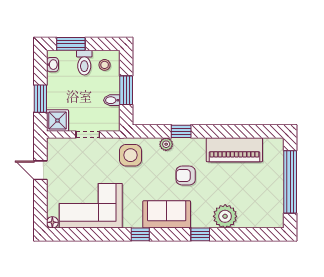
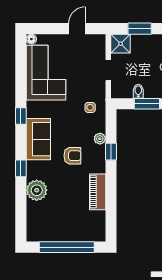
piano: (234, 150) -> (98, 192), width x0.73, depth x0.75
side table: (130, 155) -> (90, 107), width x0.54, depth x0.54
armchair: (186, 175) -> (72, 156), turned 90

